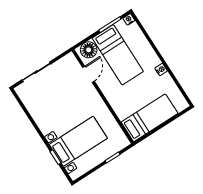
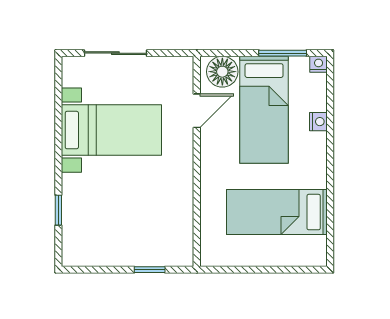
nightstand: (161, 70) -> (318, 122), moved
bed: (150, 118) -> (277, 212), moved, turned 180
bed with nightstands: (78, 141) -> (111, 130), moved

